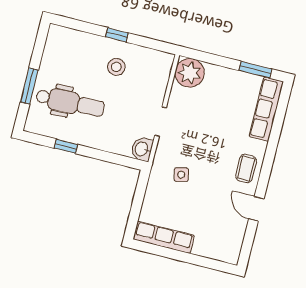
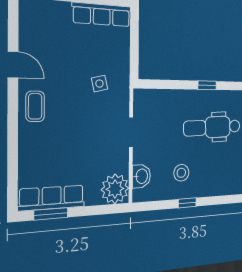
row of seats: (266, 109) -> (52, 198), moved, turned -90
washbasin: (142, 149) -> (141, 176), moved

